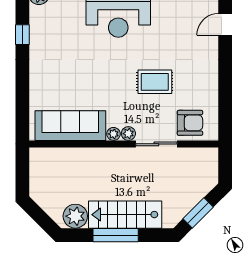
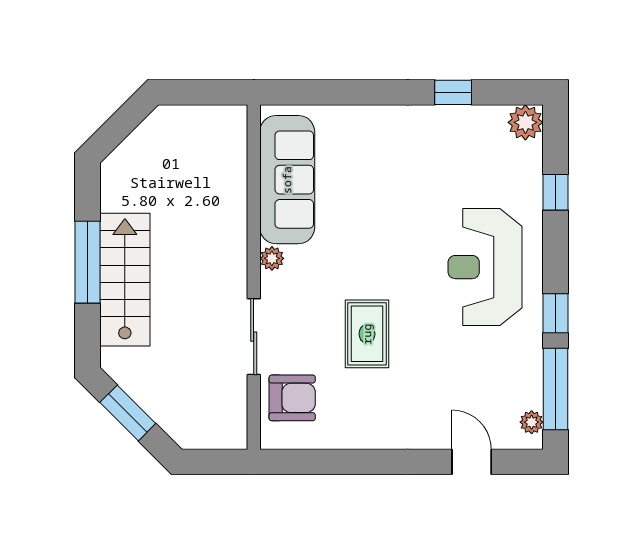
armchair: (190, 123) -> (292, 398), turned -90
plant: (128, 134) -> (273, 286), removed
plant: (75, 216) -> (122, 189), removed

